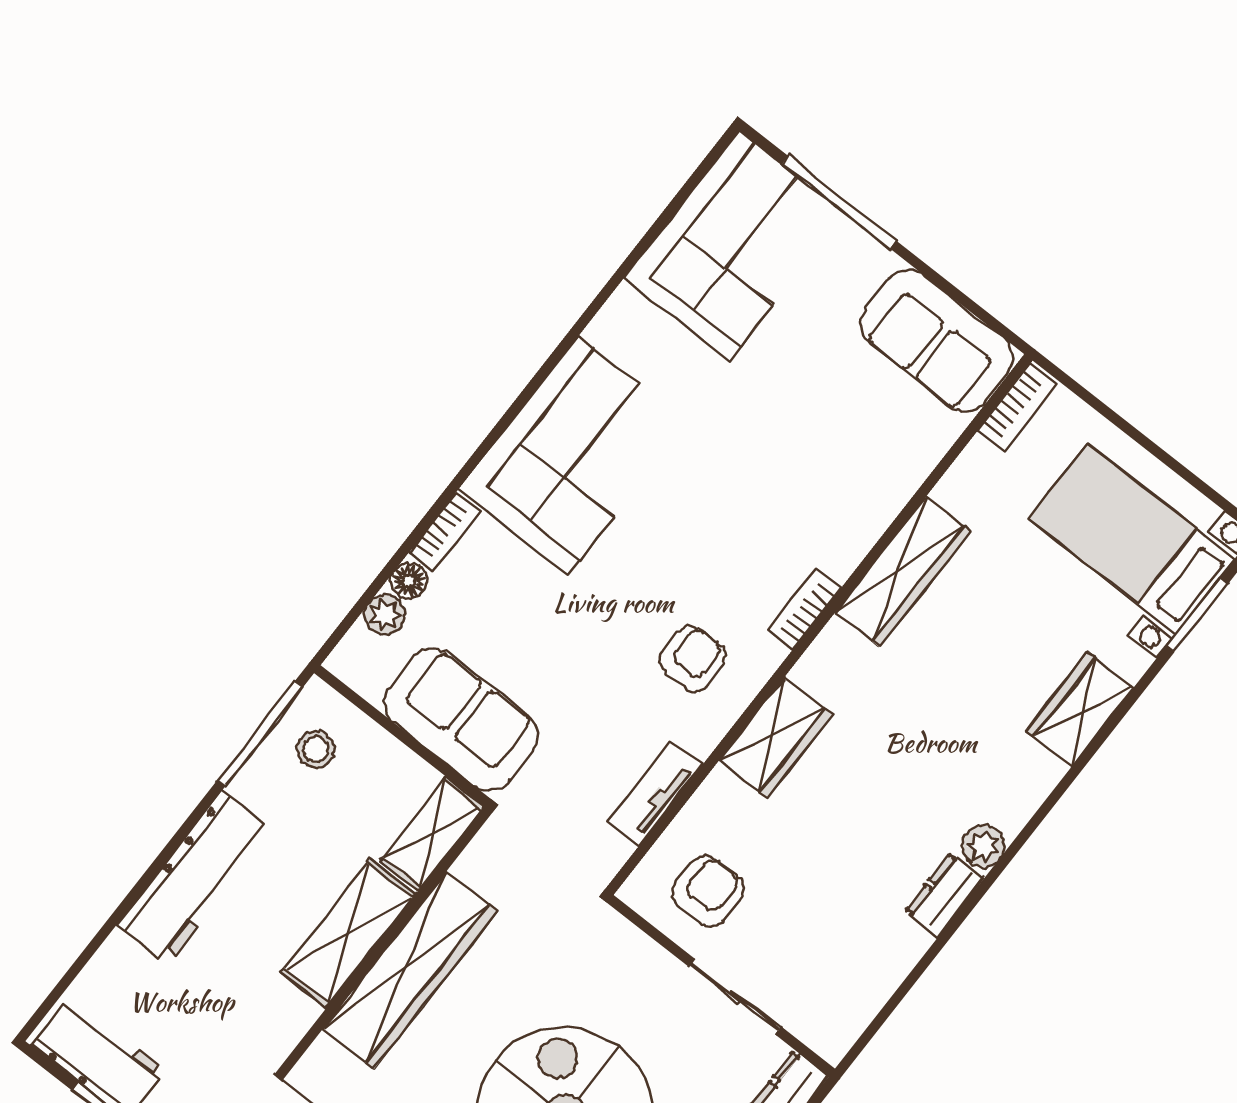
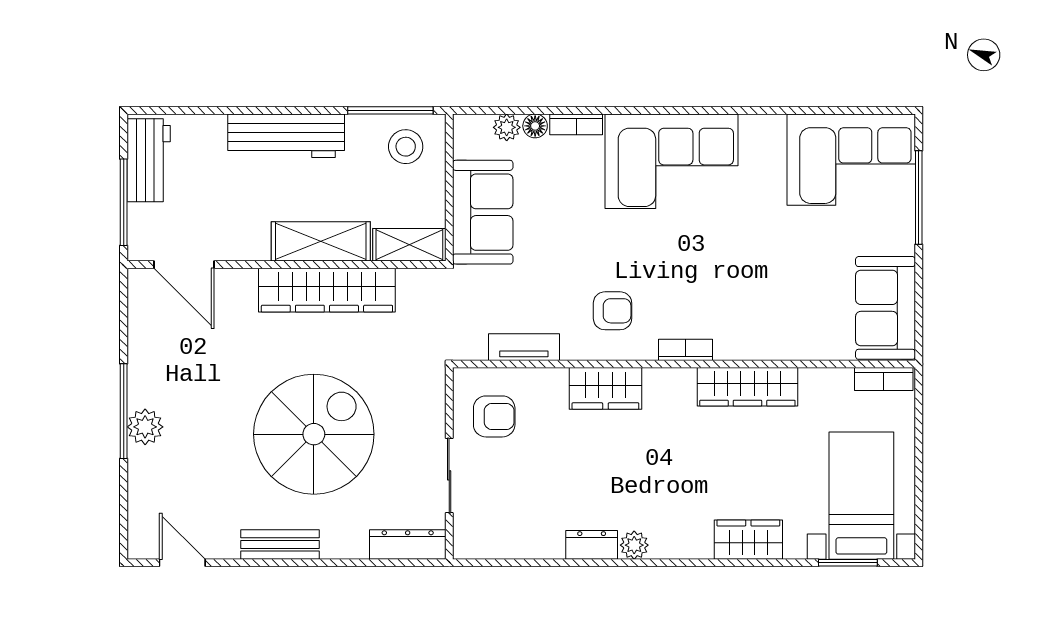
stool: (316, 749) -> (406, 147), width x1.37, depth x1.37

